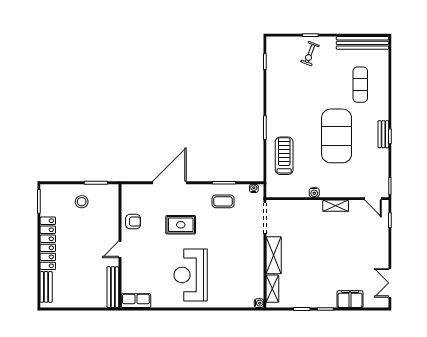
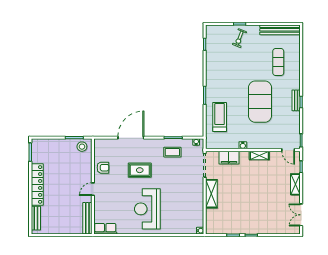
stool: (82, 202) -> (82, 147), moved
shelving: (272, 289) -> (295, 184), moved
filing cabinet: (350, 299) -> (229, 158), moved, turned 180

